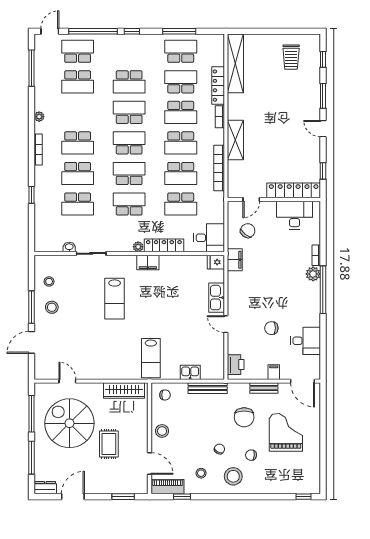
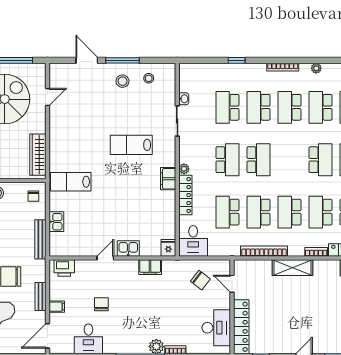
school desk: (129, 143) -> (320, 107), moved, turned 180
filing cabinet: (235, 260) -> (150, 267), moved
kitchen sink: (217, 298) -> (128, 248), width x0.73

